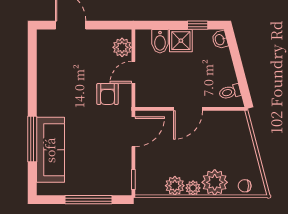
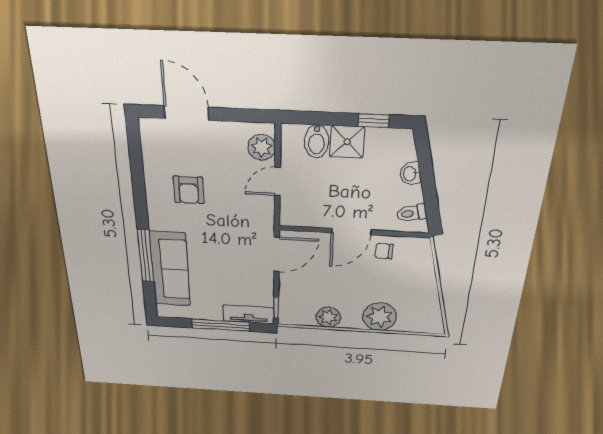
washbasin: (220, 40) -> (410, 174), moved
armchair: (108, 94) -> (189, 190), moved
chair: (245, 186) -> (384, 251), moved
tv unit: (111, 188) -> (249, 314), added
plant: (193, 188) -> (351, 321), removed

